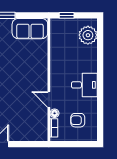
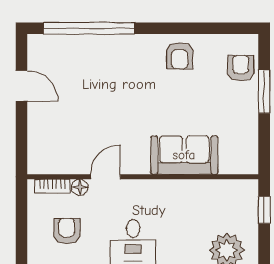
sofa: (30, 29) -> (184, 155), moved, turned 90

